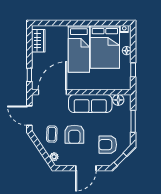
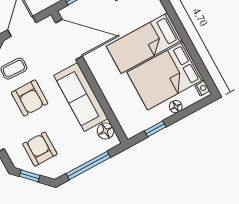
window: (133, 121) -> (88, 165), width x1.44
armchair: (74, 134) -> (30, 98), turned -90

